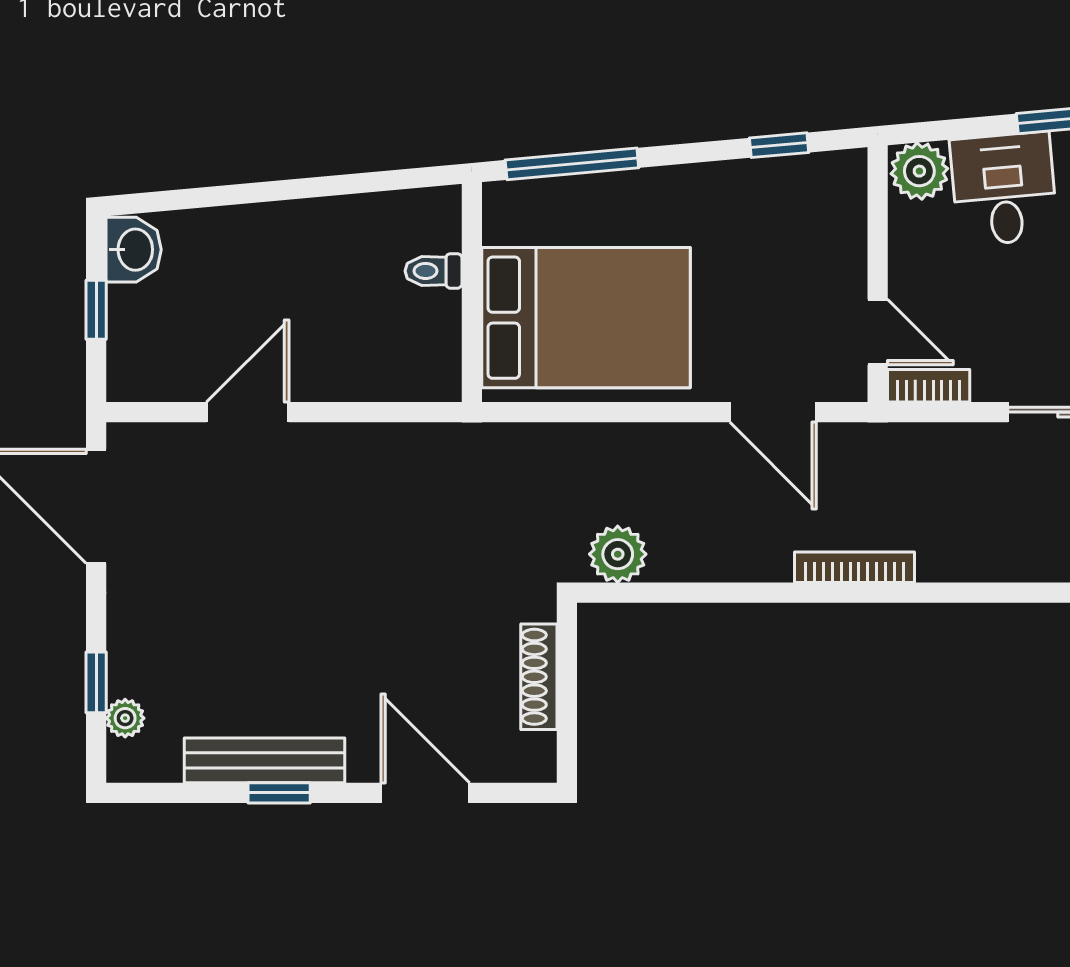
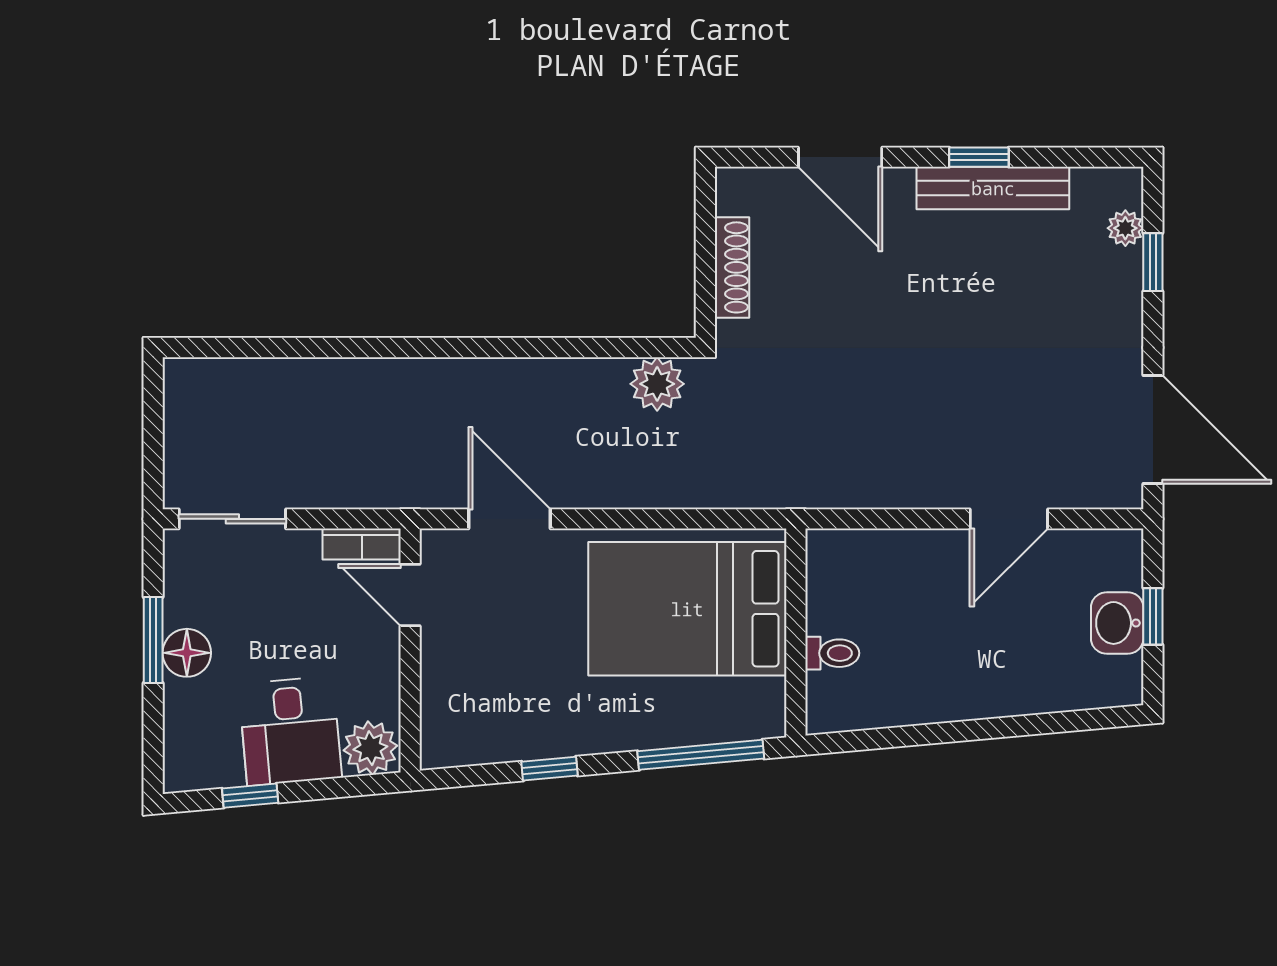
window: (779, 145) -> (550, 769), moved
washbasin: (134, 250) -> (1117, 623), moved
bookcase: (855, 567) -> (432, 372), removed

